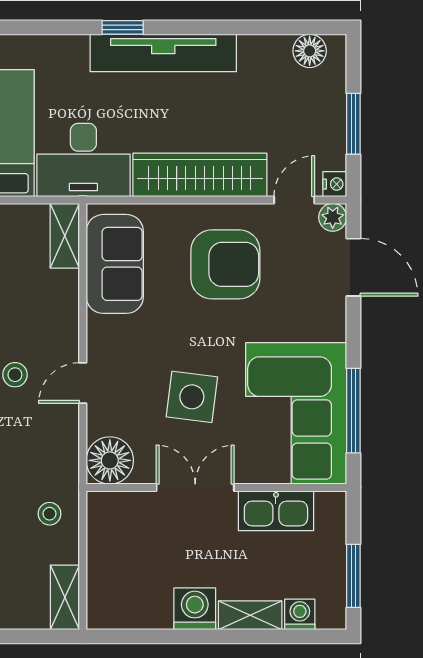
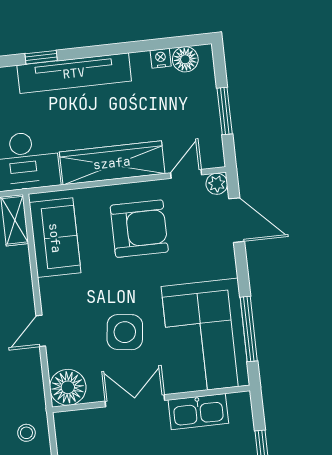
nightstand: (335, 184) -> (161, 58), moved, turned -90

